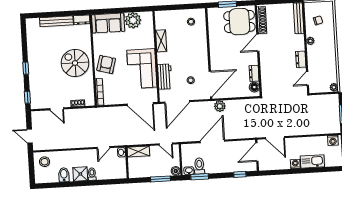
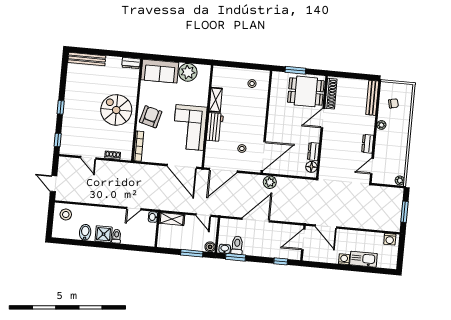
bench: (56, 21) -> (87, 59), moved
workbench: (165, 77) -> (215, 127), moved

